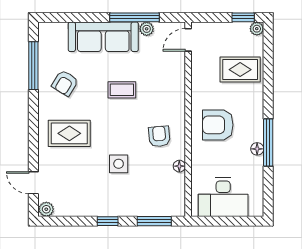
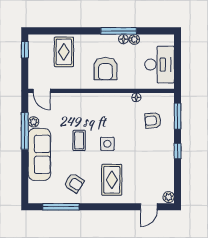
plant: (257, 29) -> (134, 39), moved
armchair: (159, 136) -> (153, 120), moved
side table: (119, 164) -> (107, 144), moved

